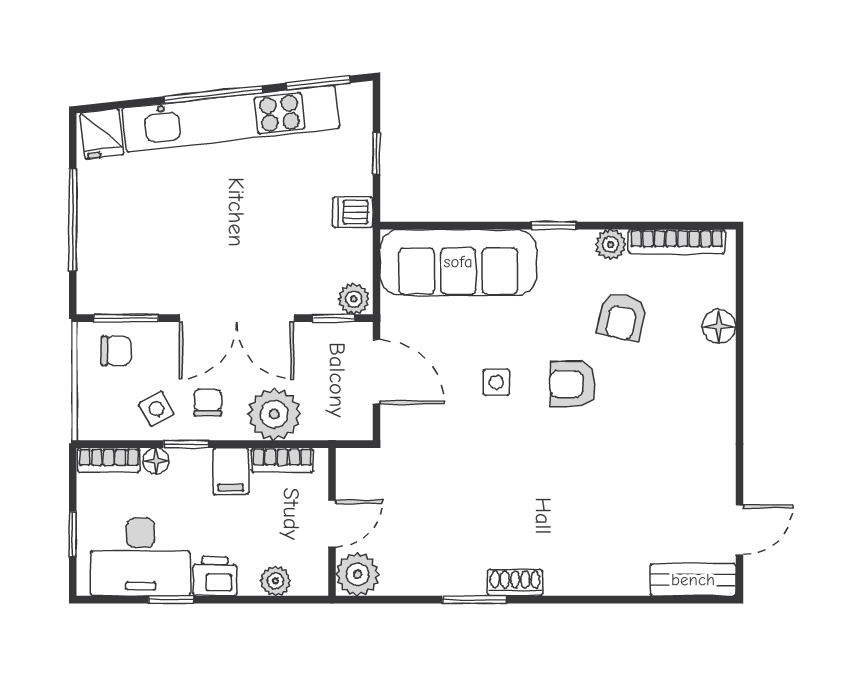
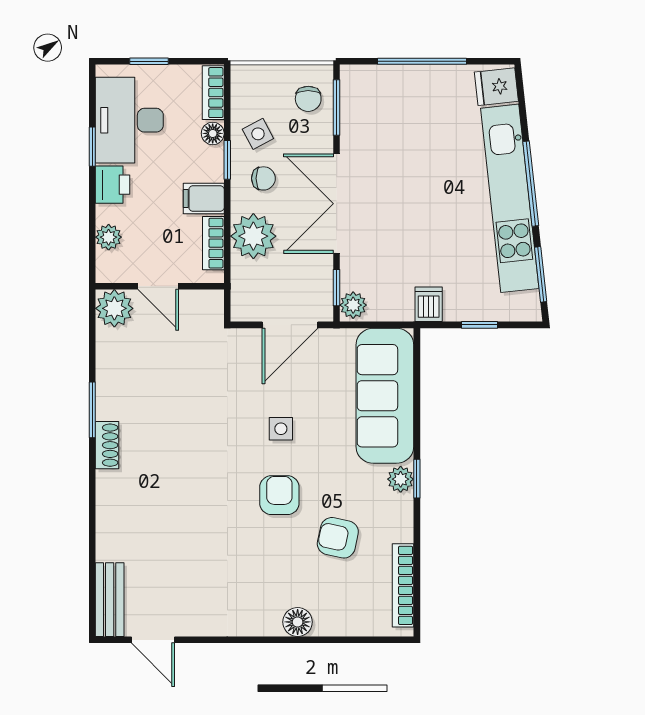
plant: (611, 244) -> (401, 479), moved
floor lamp: (719, 326) -> (298, 622), moved

